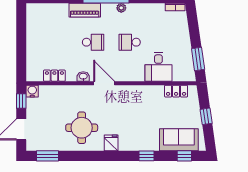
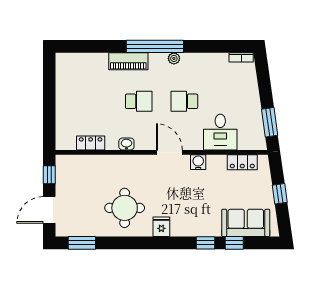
door: (104, 83) -> (169, 152), moved
water cooler: (32, 91) -> (198, 162), moved
window: (184, 156) -> (234, 243), moved

